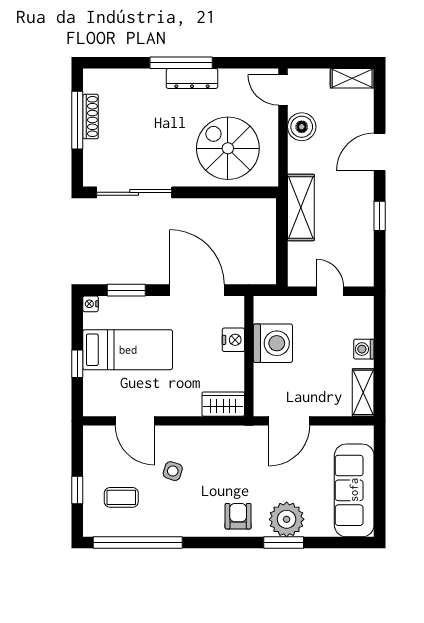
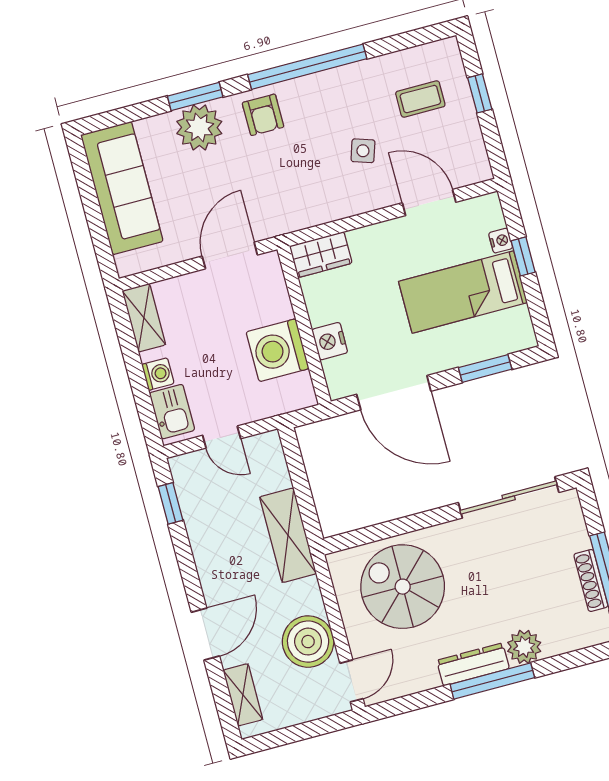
shelving: (352, 78) -> (243, 695), moved, turned 90
plant: (152, 81) -> (524, 647), added
door: (283, 90) -> (351, 681), hinge flipped
boiler: (302, 127) -> (308, 642), width x1.37, depth x1.37
spiral stairs: (228, 148) -> (403, 587), turned 180
window: (380, 216) -> (171, 503), moved
nightstand: (90, 304) -> (501, 241), moved
kitchen sink: (361, 319) -> (172, 412), added
window: (138, 543) -> (307, 67), moved

